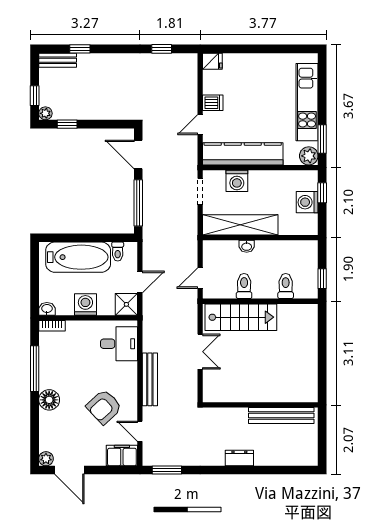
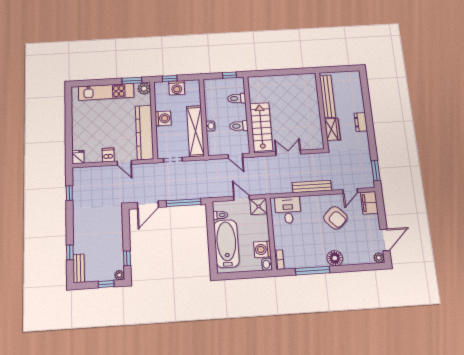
washing machine: (237, 181) -> (163, 118), moved
washing machine: (85, 305) -> (262, 249), moved
wardrobe: (231, 417) -> (332, 129), added

